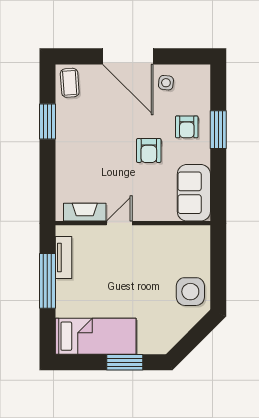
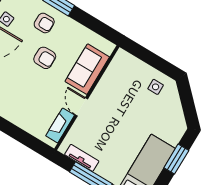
sofa: (194, 193) -> (87, 69), moved, turned 90
side table: (190, 292) -> (156, 87), width x0.54, depth x0.54

